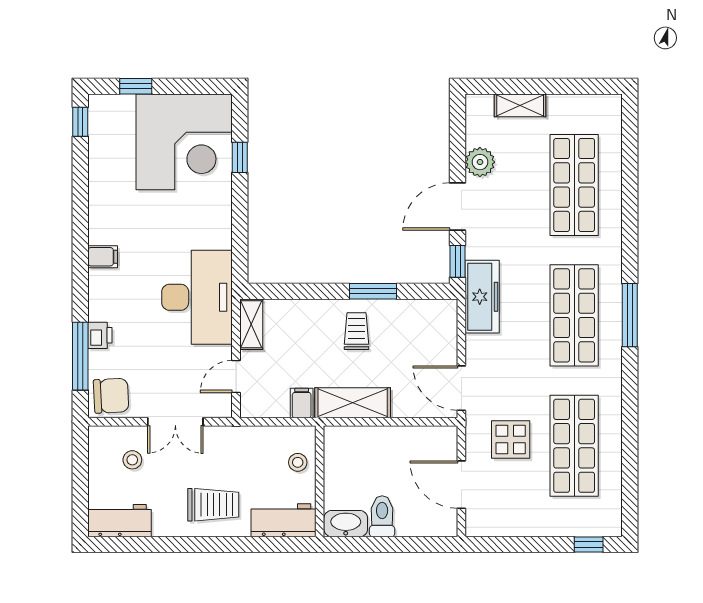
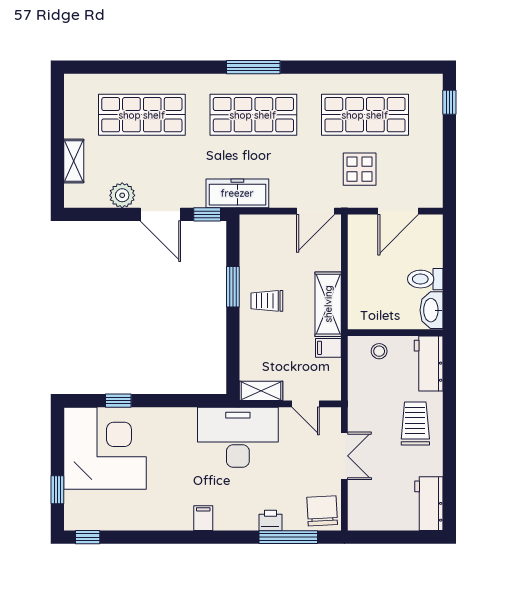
stool: (132, 460) -> (377, 493), removed

